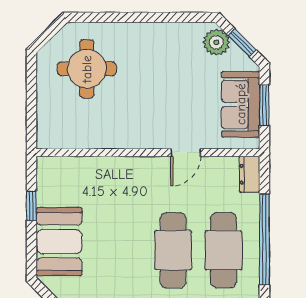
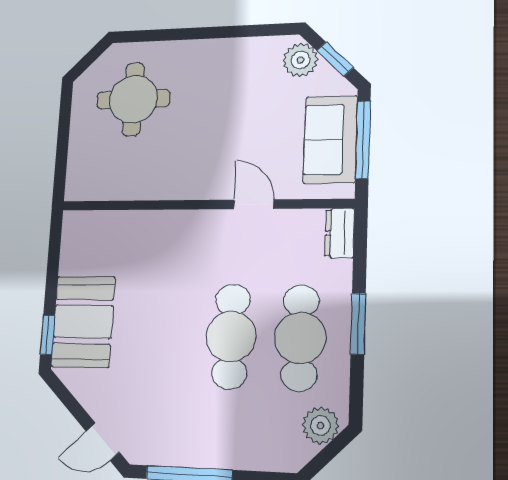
window: (264, 105) -> (363, 140), width x1.44
door: (186, 153) -> (254, 204), swing flipped
window: (32, 206) -> (48, 335), moved
window: (264, 239) -> (358, 324), width x0.47

